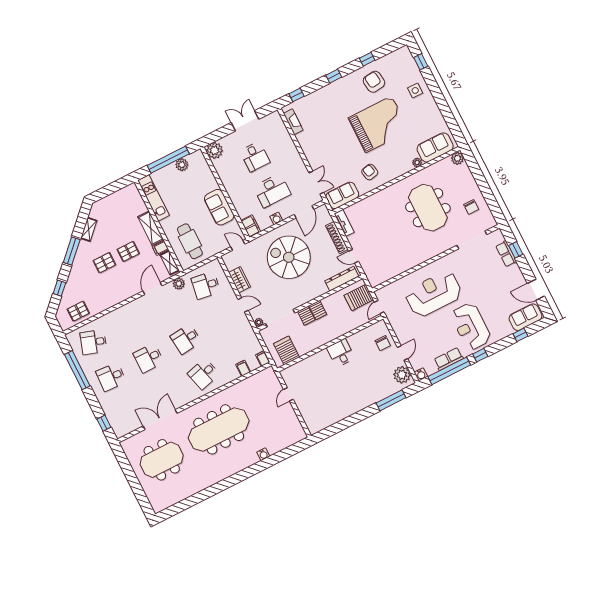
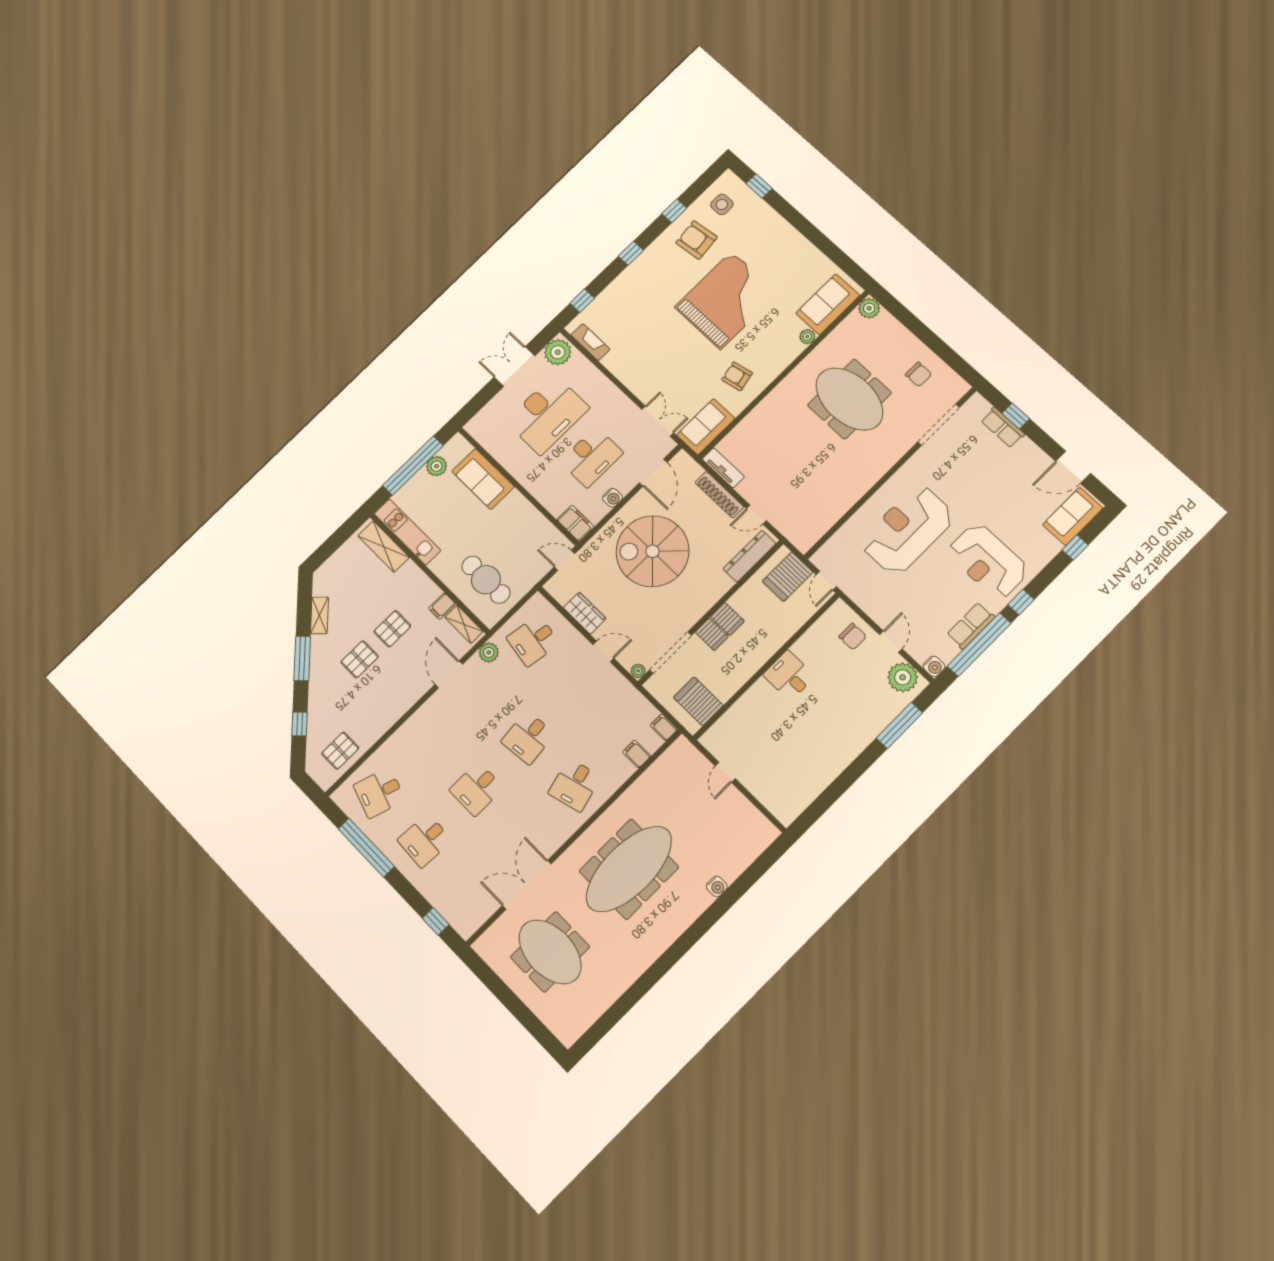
side table: (415, 90) -> (722, 204), moved
plant: (215, 150) -> (558, 352), moved
desk: (255, 157) -> (547, 415), width x1.87, depth x1.30
sofa: (219, 207) -> (483, 479), moved
shelving: (151, 228) -> (384, 547), moved
meeting table: (162, 460) -> (550, 952), turned 90

